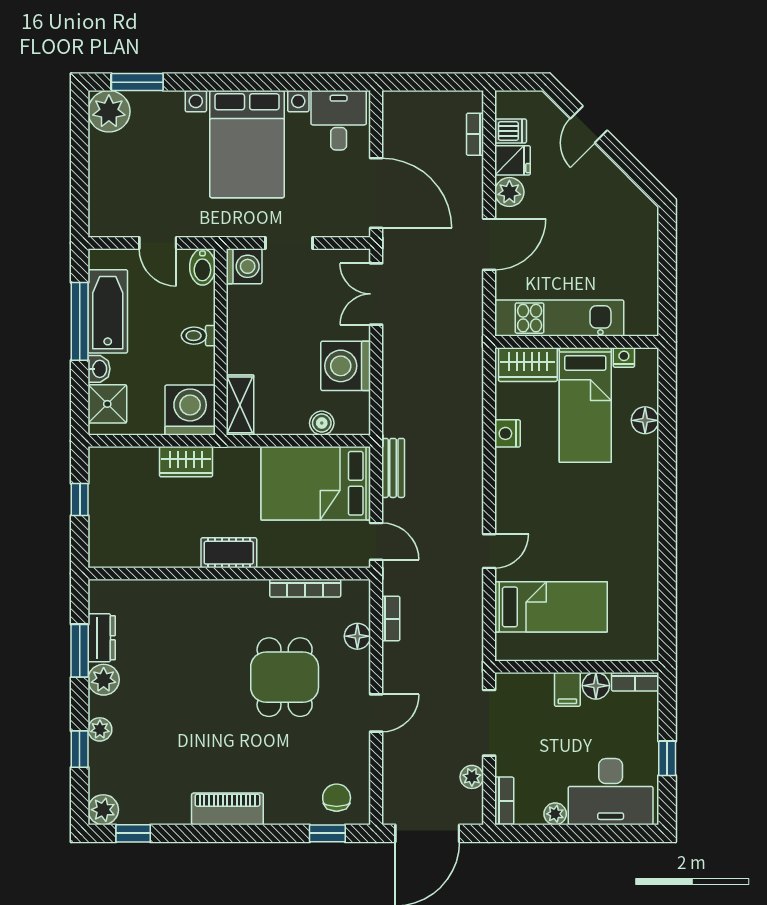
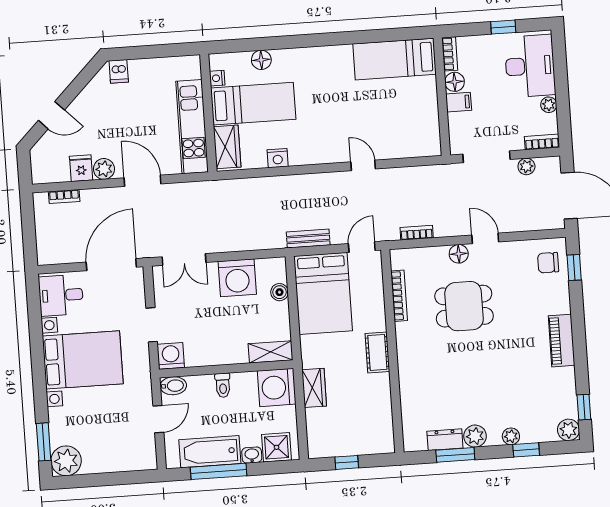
dishwasher: (511, 131) -> (119, 71), moved, turned 180
bed: (551, 607) -> (395, 59), moved, turned -90
floor lamp: (357, 636) -> (459, 254), moved

